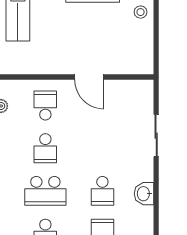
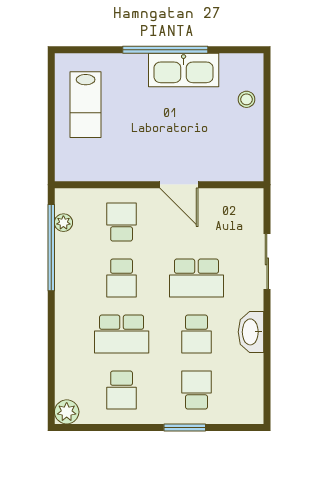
school desk: (102, 148) -> (196, 278), added
washbasin: (144, 194) -> (251, 332), width x1.38

